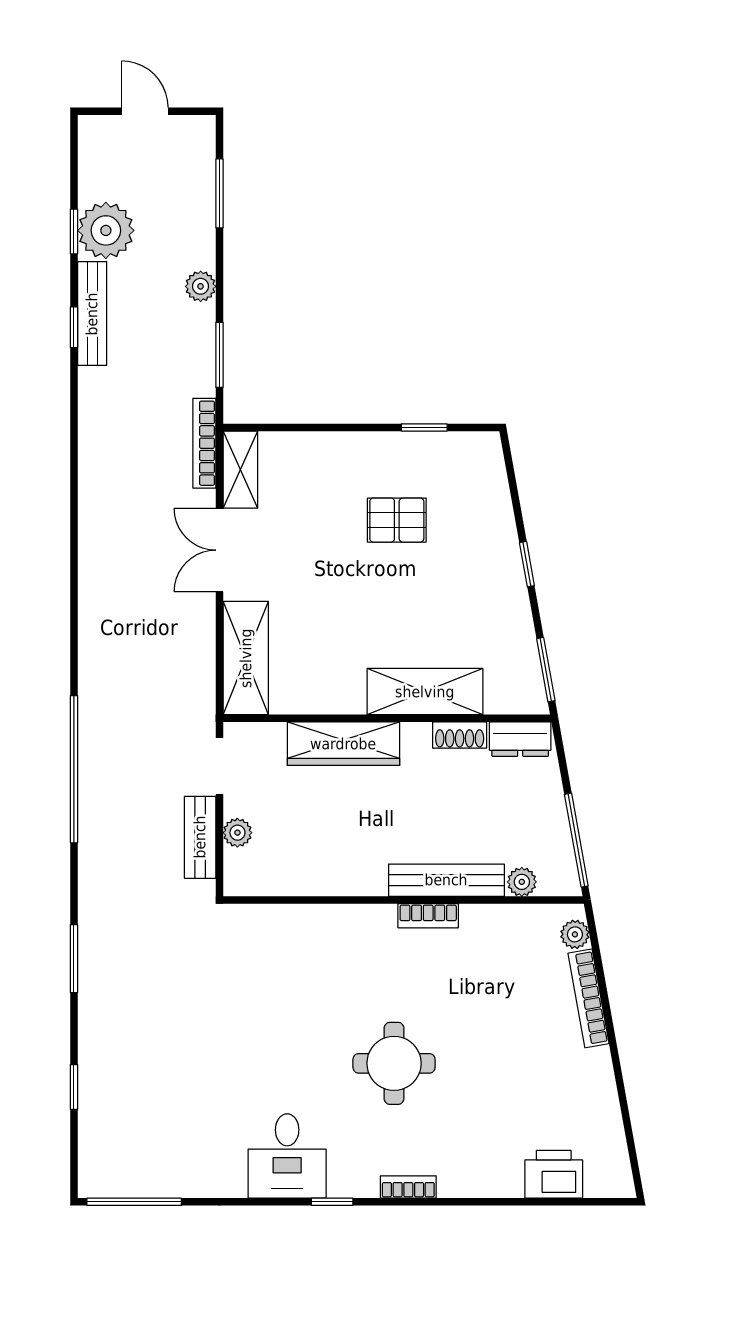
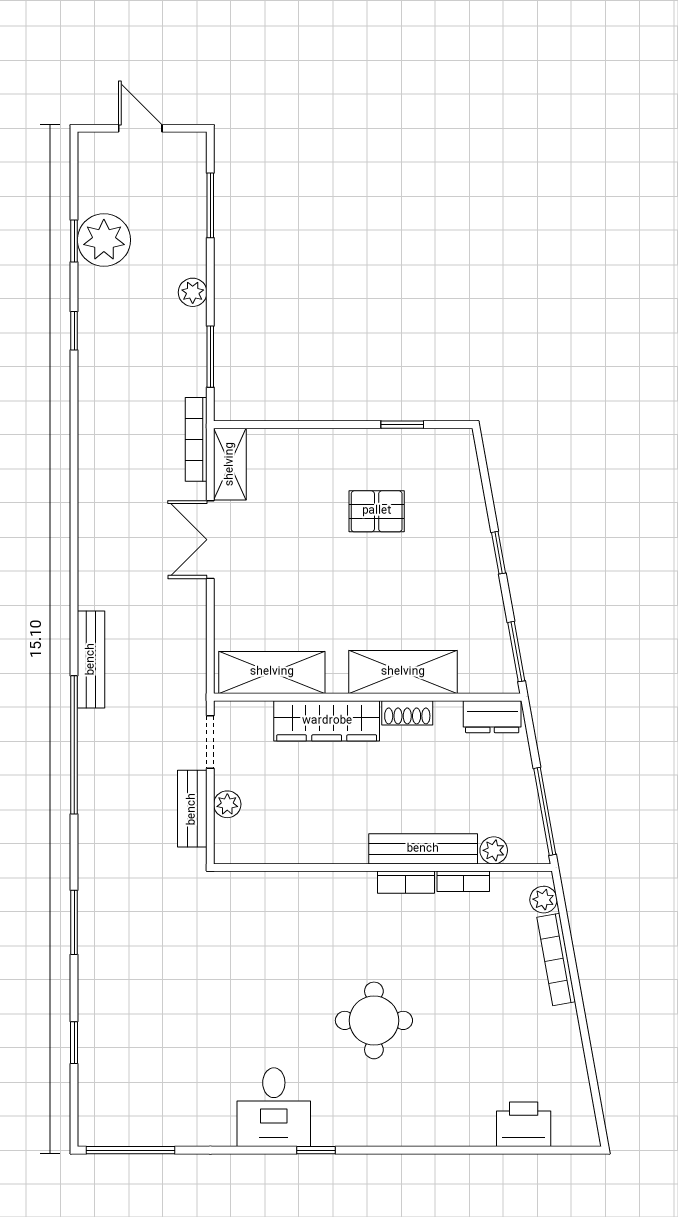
bench: (92, 314) -> (91, 659), moved
shelving: (246, 658) -> (272, 672), moved, turned 90
shoe rack: (460, 735) -> (407, 713), moved
bookcase: (408, 1187) -> (463, 881), moved, turned 180

